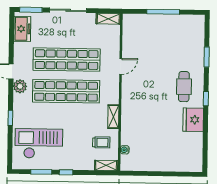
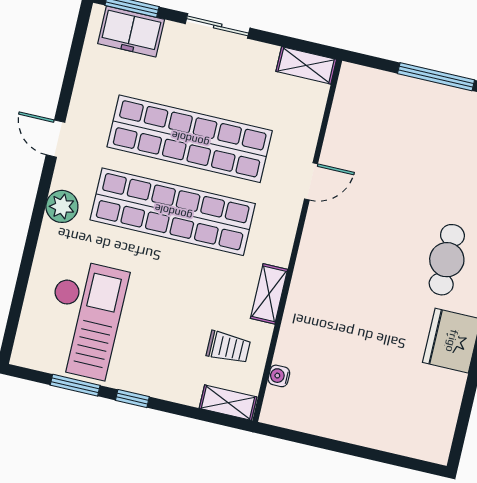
sliding door: (68, 10) -> (218, 26), width x0.73
freezer: (22, 29) -> (131, 31), moved, turned 90
plant: (20, 86) -> (62, 206), moved
window: (10, 118) -> (31, 245), removed
checkout: (39, 144) -> (84, 319), turned 90

